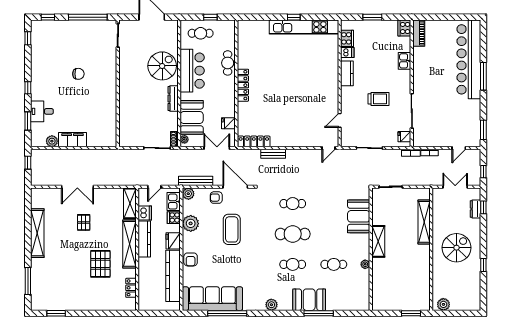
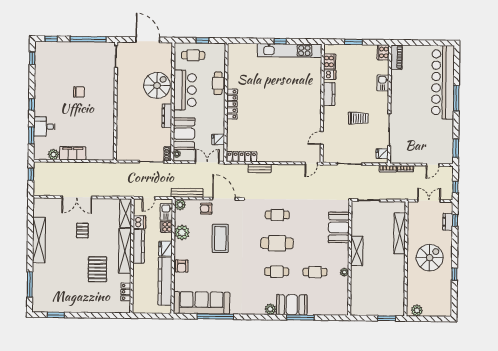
plant: (271, 305) -> (270, 309), moved

